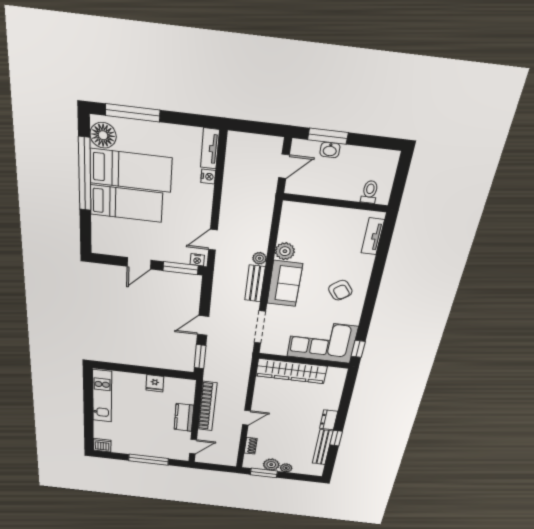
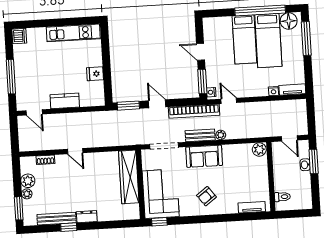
plant: (285, 251) -> (259, 149), moved
bookcase: (207, 406) -> (194, 111), moved
window: (264, 473) -> (19, 208), moved

